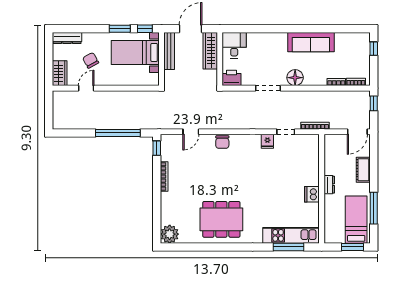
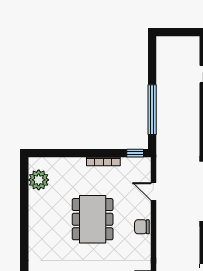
dining table: (221, 219) -> (93, 219), moved
plant: (170, 234) -> (39, 180), moved

